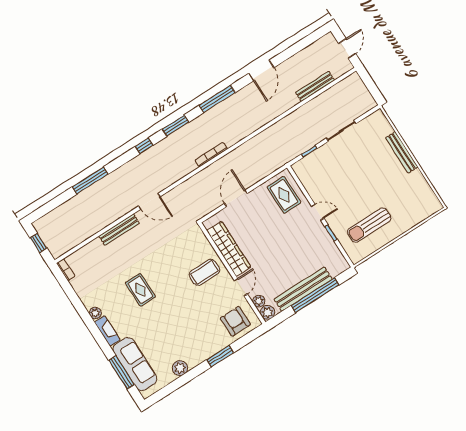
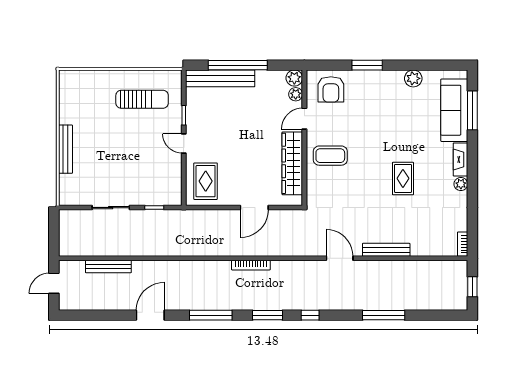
bench: (303, 289) -> (220, 78), moved

